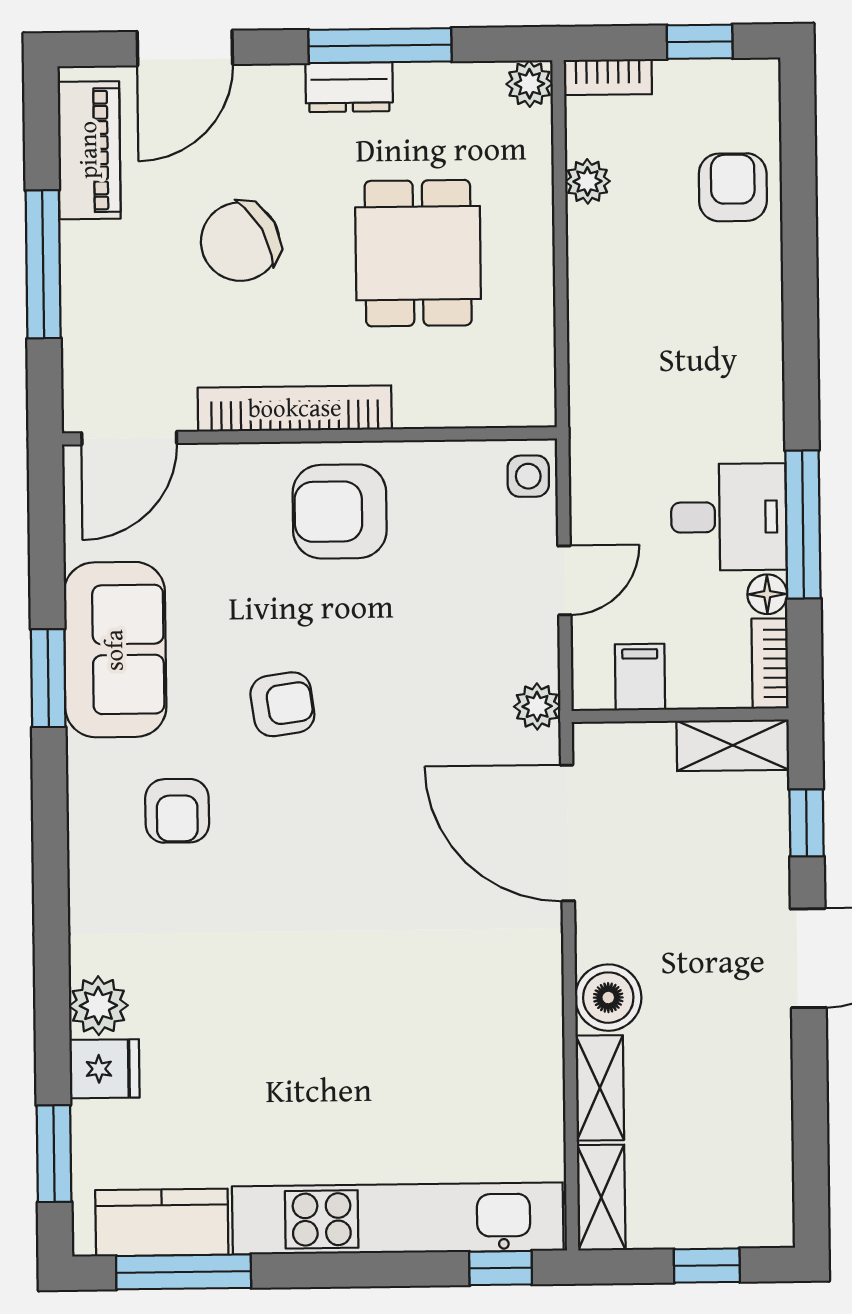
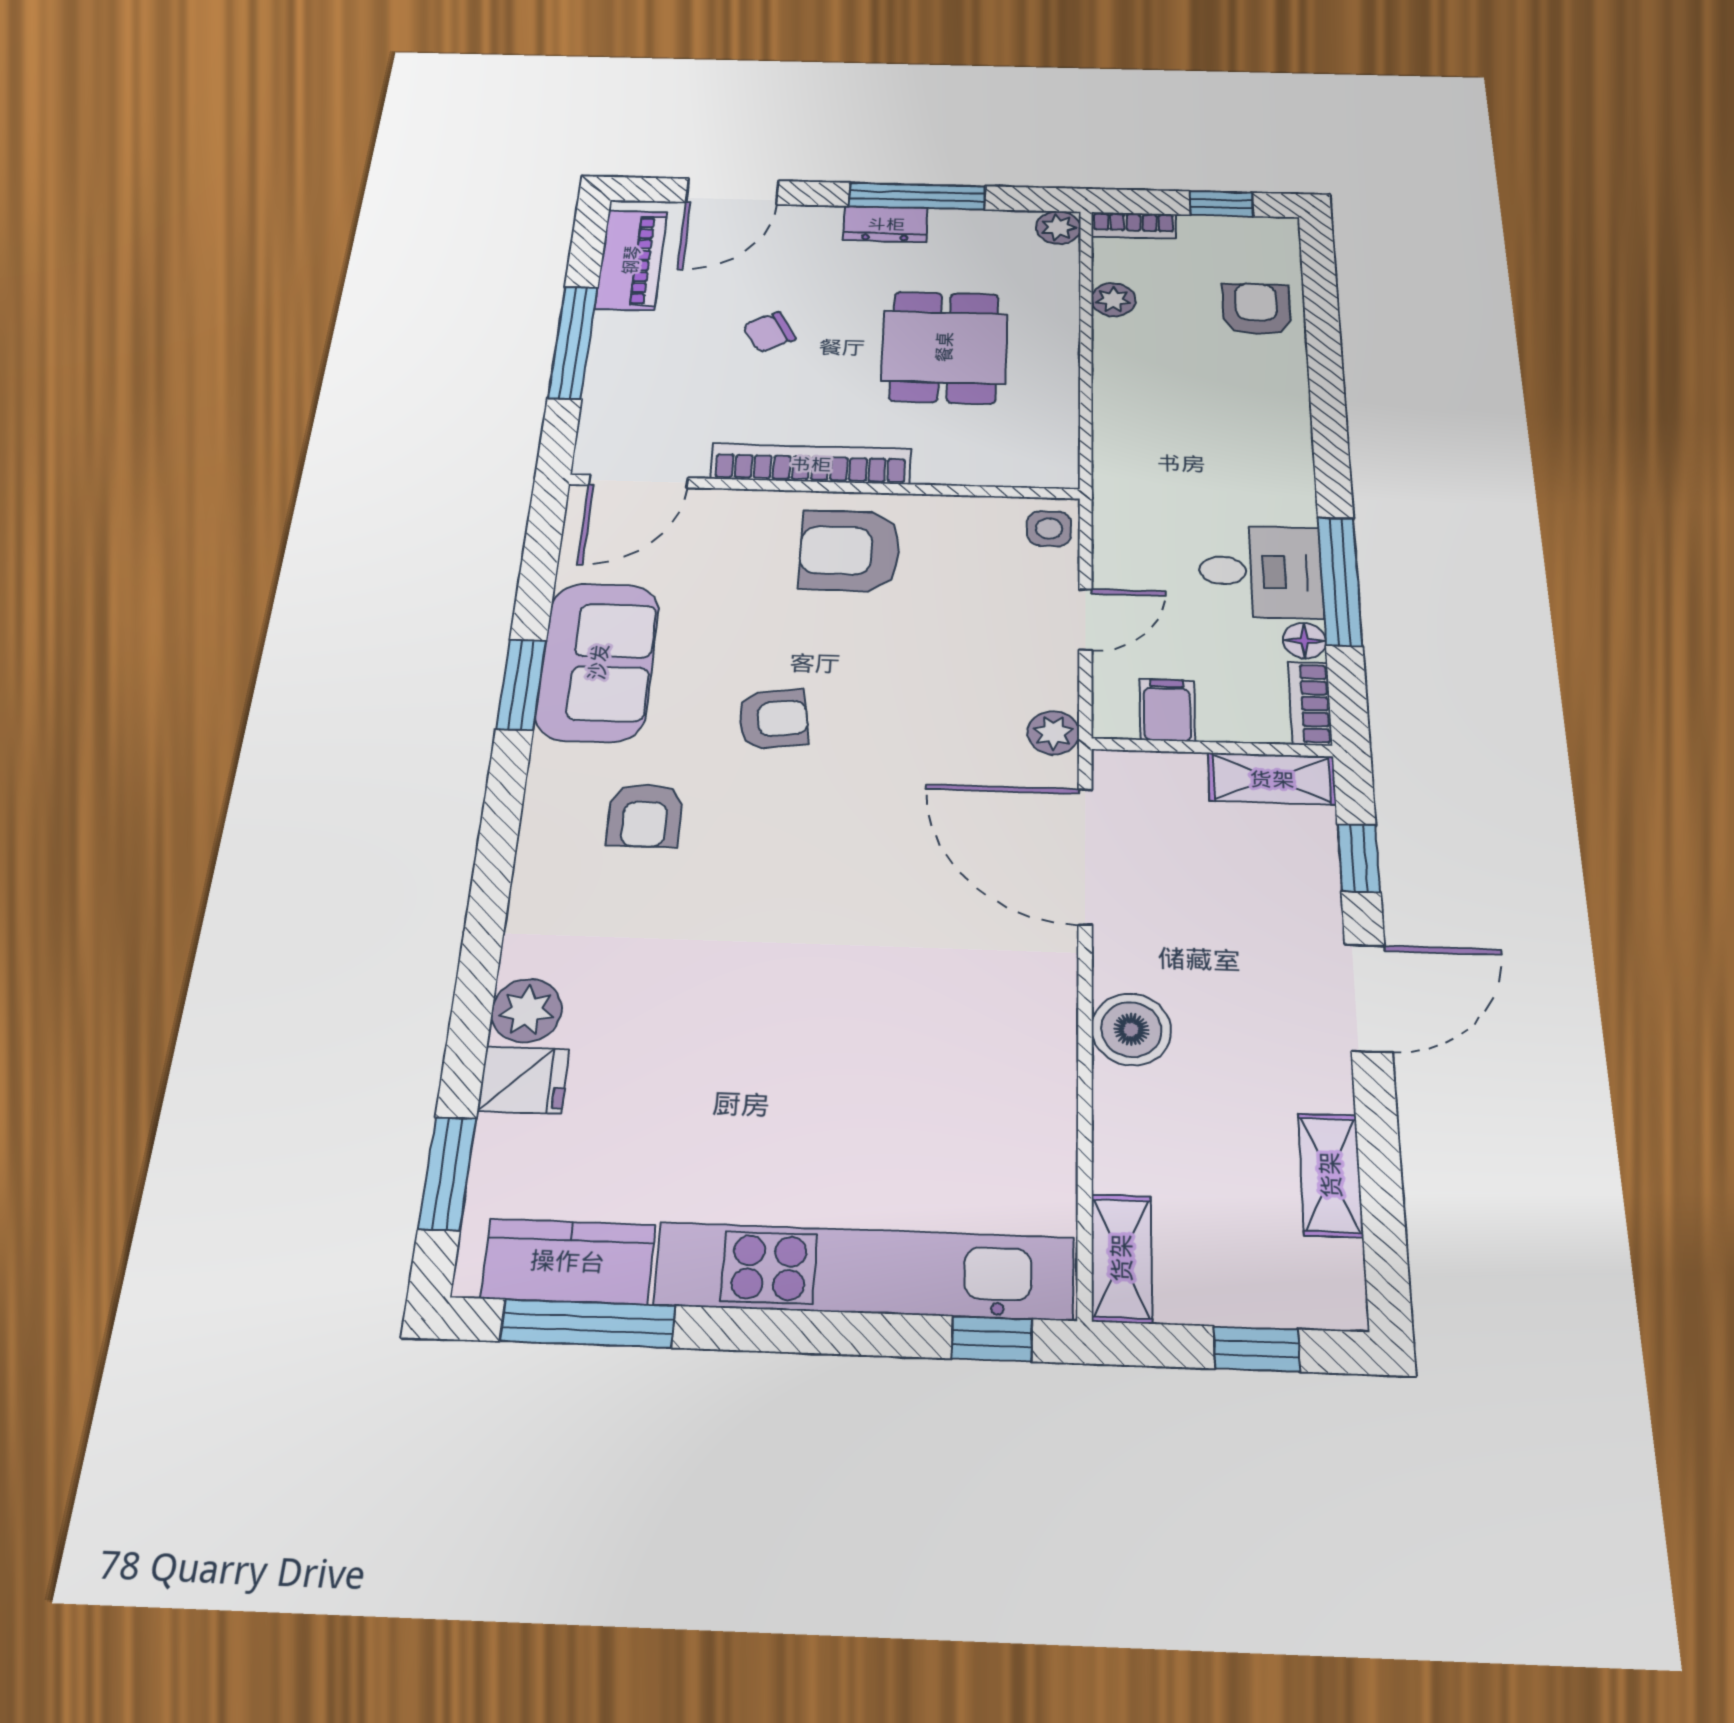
chair: (240, 242) -> (769, 332), width x0.54, depth x0.54
shelving: (600, 1088) -> (1330, 1175), moved

